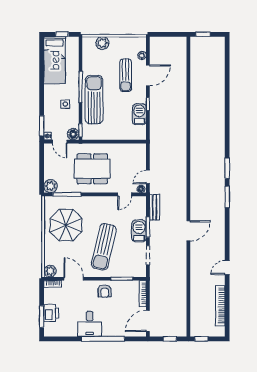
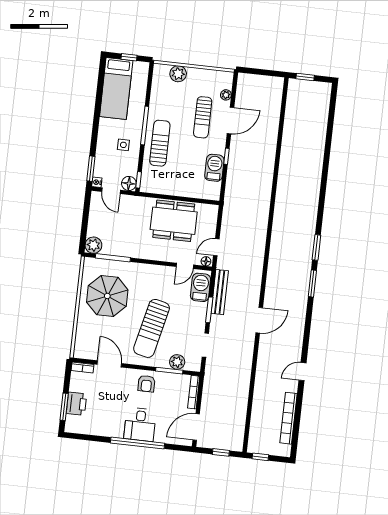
sun lounger: (94, 100) -> (160, 143), width x0.73, depth x0.75
dining table: (92, 169) -> (174, 221), moved
bench: (155, 207) -> (220, 292), width x1.36
barbecue: (139, 231) -> (200, 287), moved
plant: (50, 271) -> (177, 362), moved
desk: (90, 324) -> (140, 424), moved

